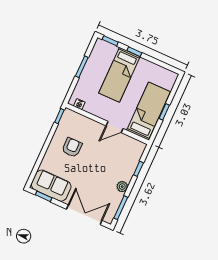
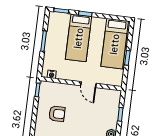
bed: (149, 111) -> (115, 44), moved, turned 180
door: (115, 127) -> (88, 85), hinge flipped
armchair: (72, 147) -> (57, 114), turned 90

